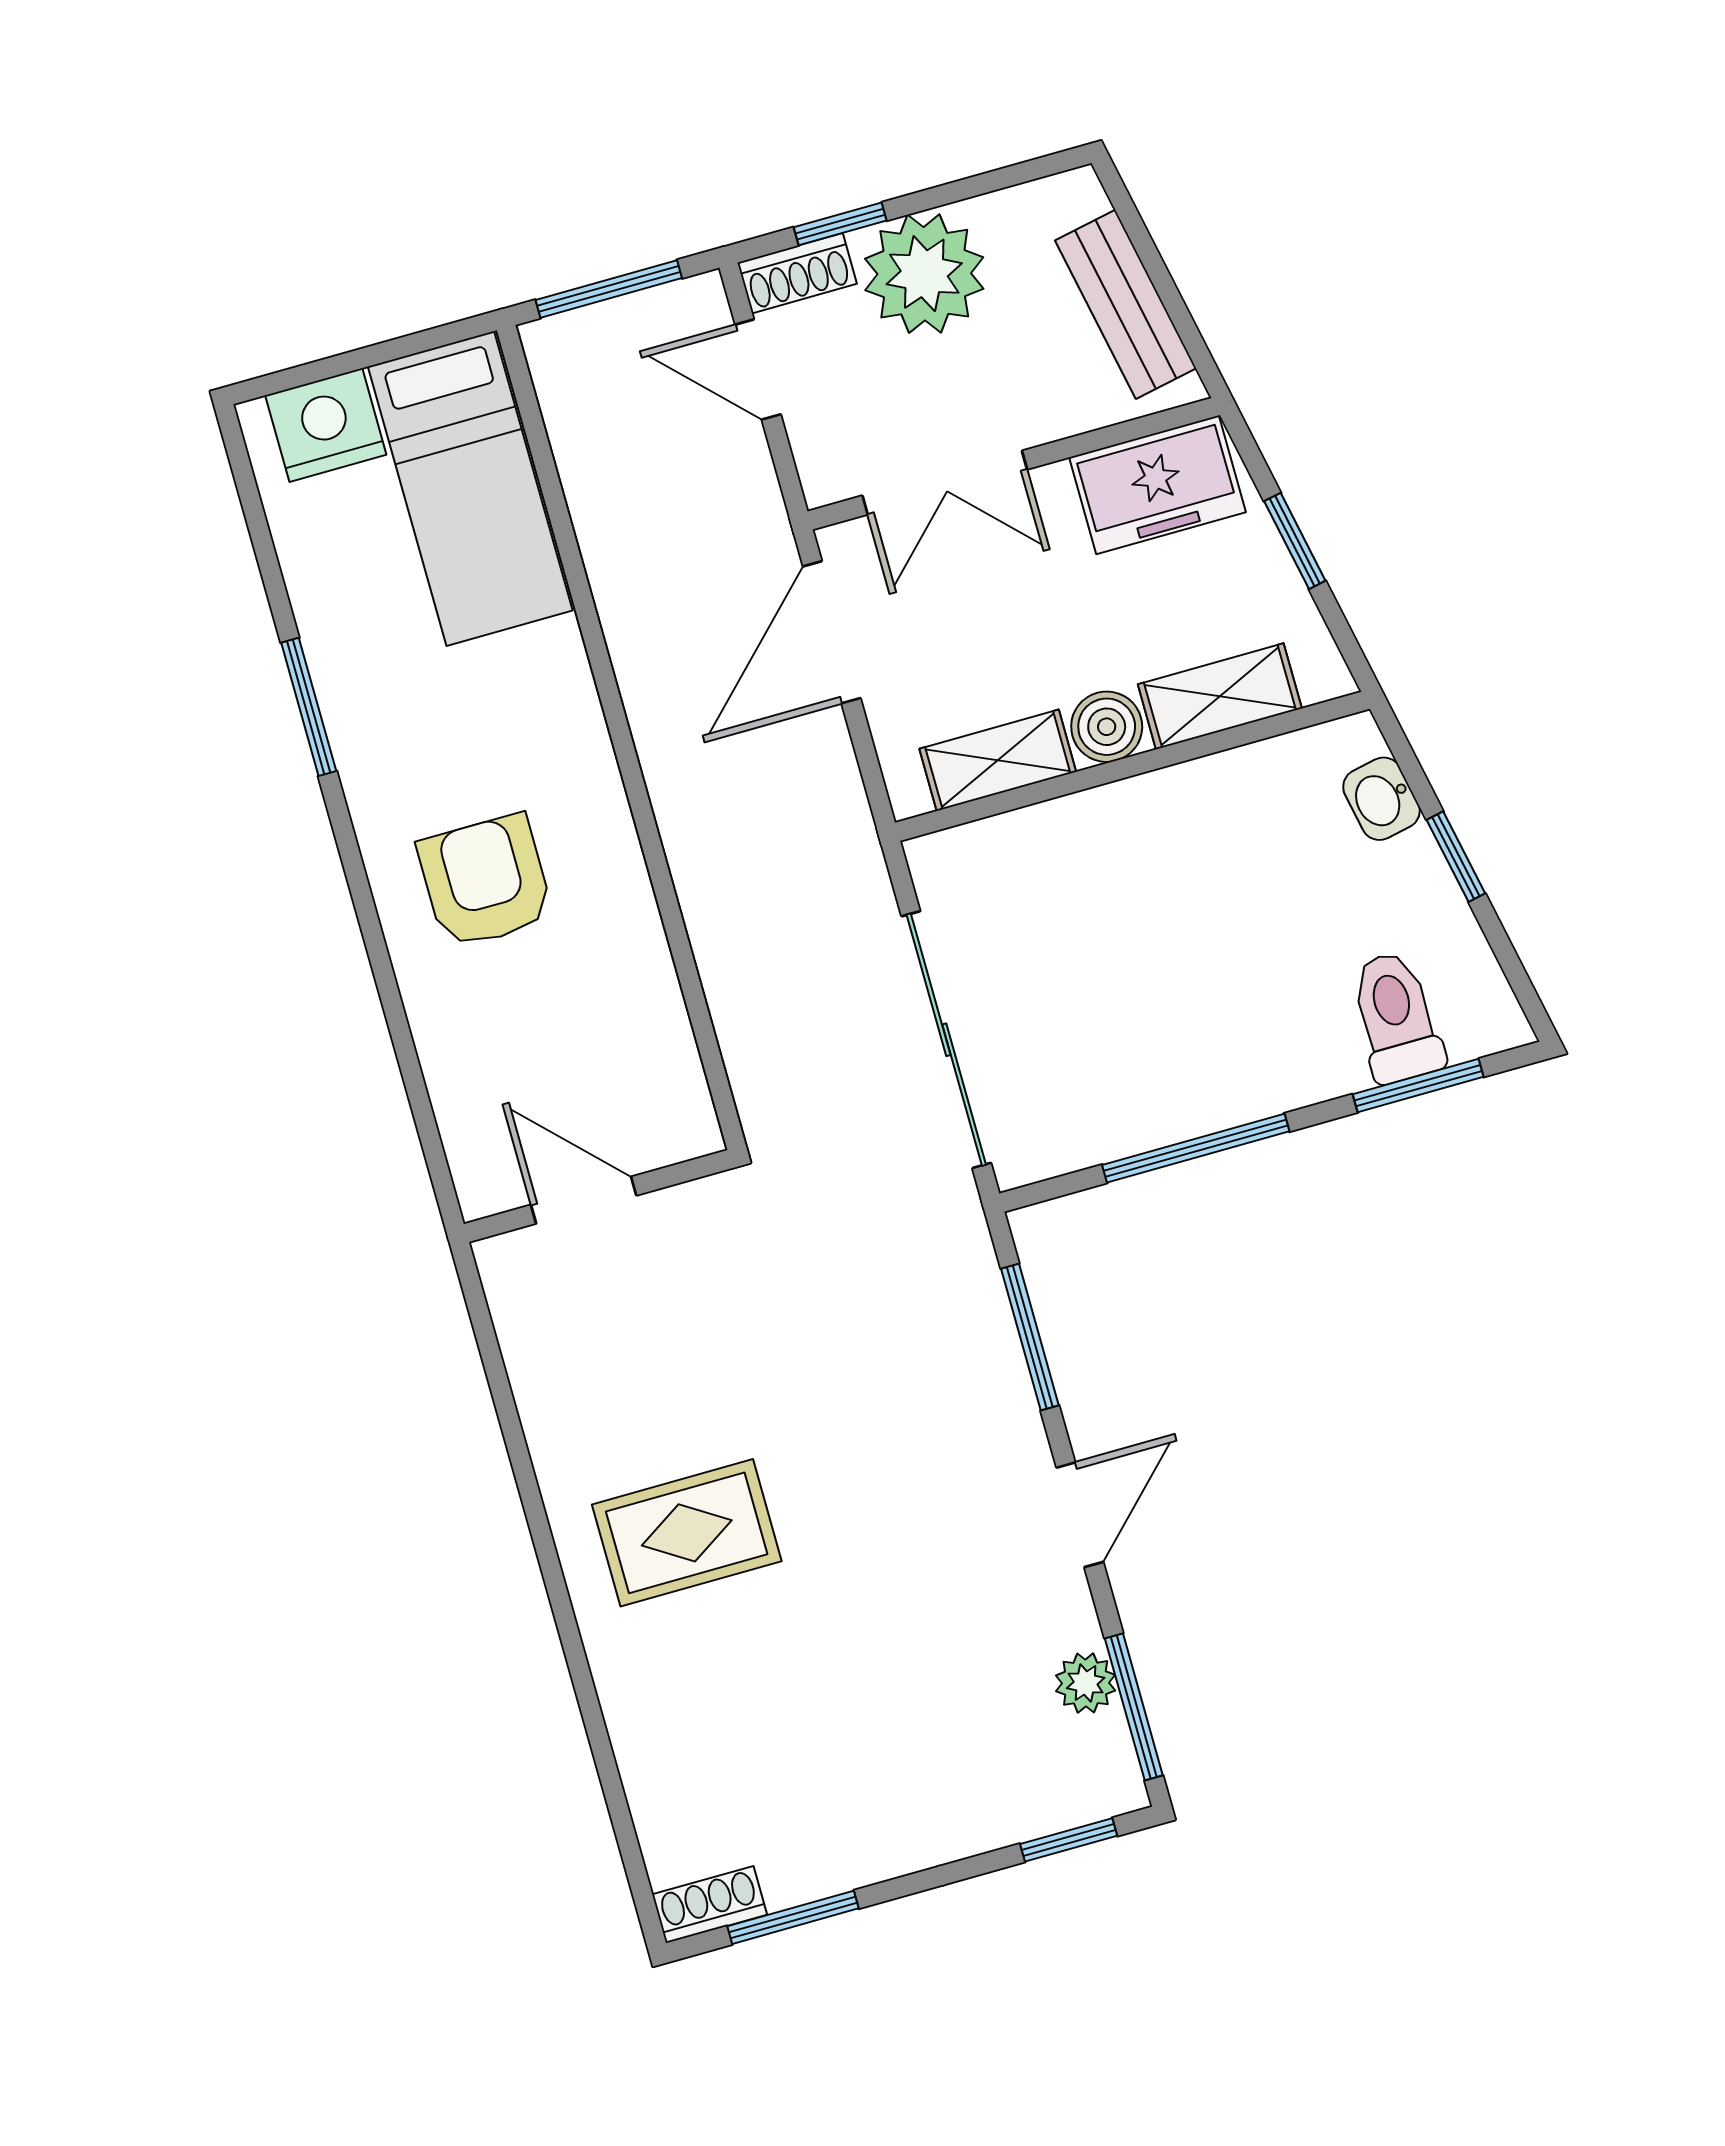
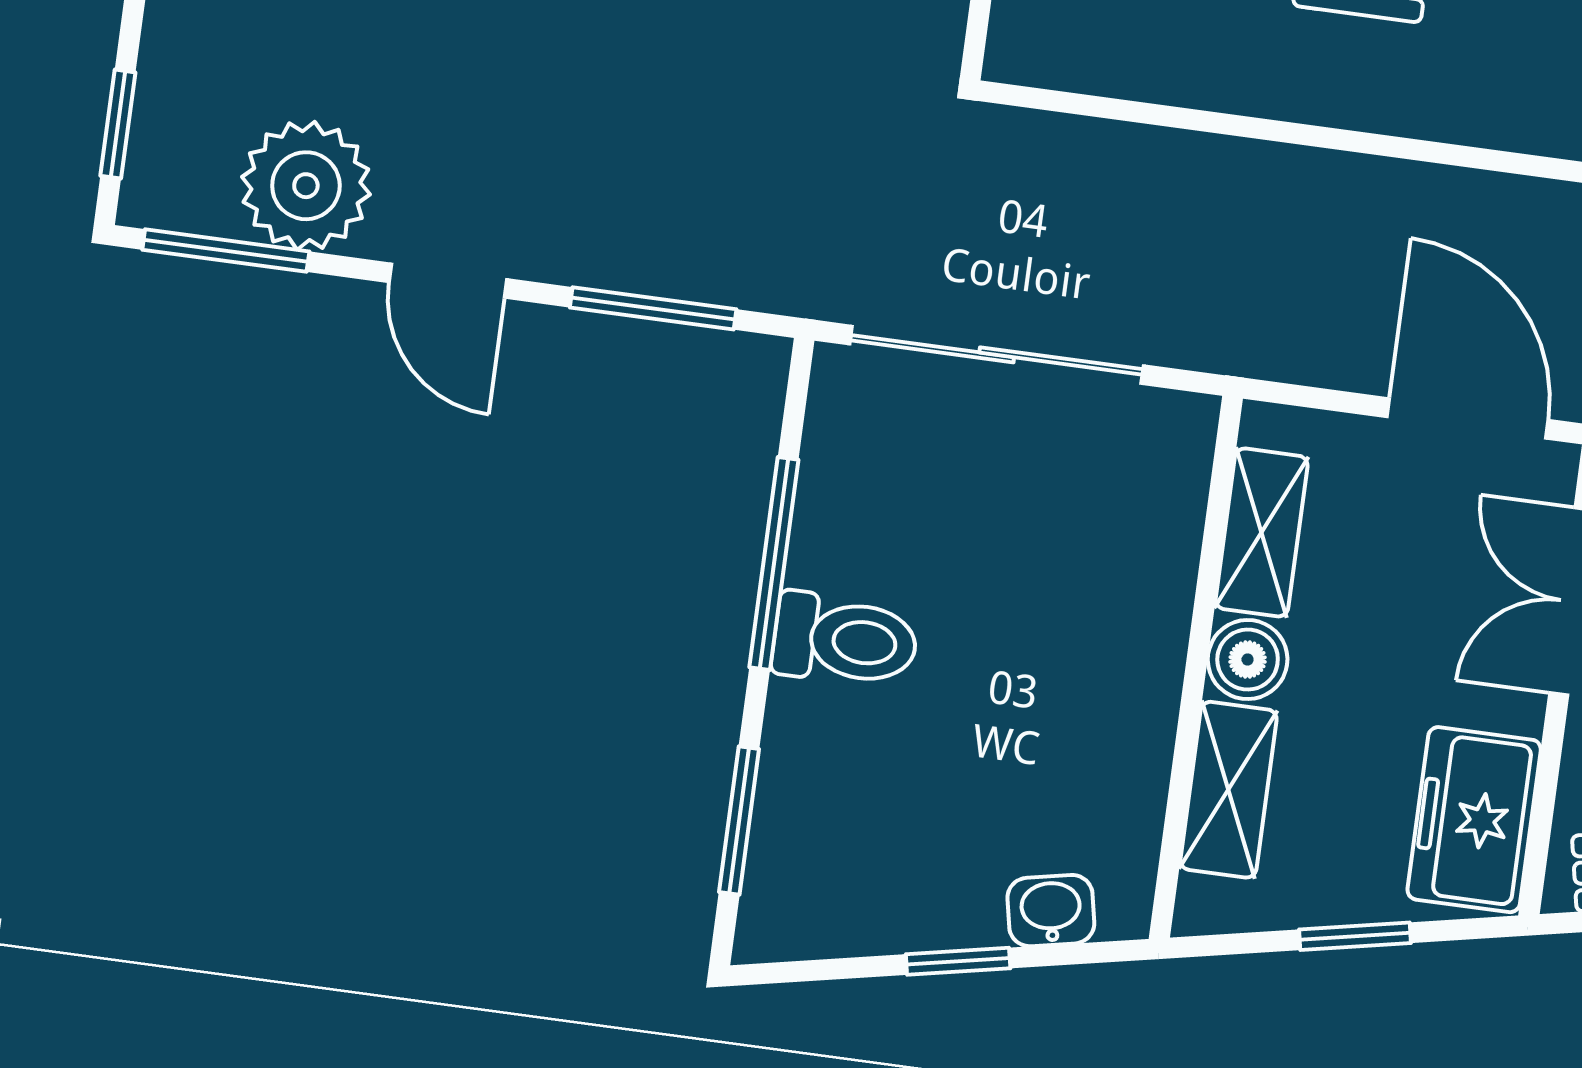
toilet: (1396, 1017) -> (845, 640), moved
plant: (1086, 1683) -> (306, 186), width x1.88, depth x1.88

